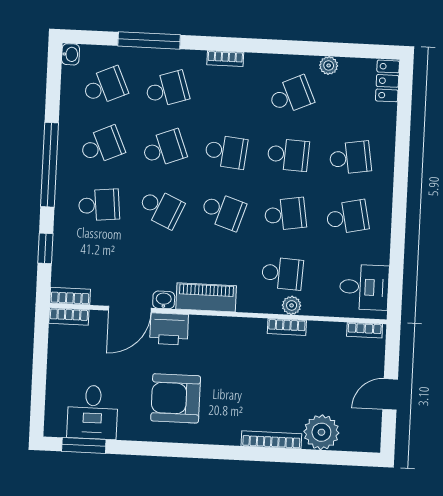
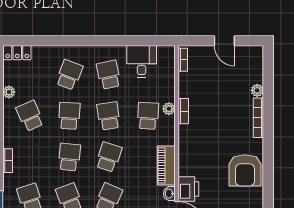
school desk: (350, 158) -> (69, 75), turned 30
desk: (364, 287) -> (142, 61), moved
armchair: (176, 398) -> (245, 170), moved
plant: (321, 432) -> (257, 90), width x0.53, depth x0.53

